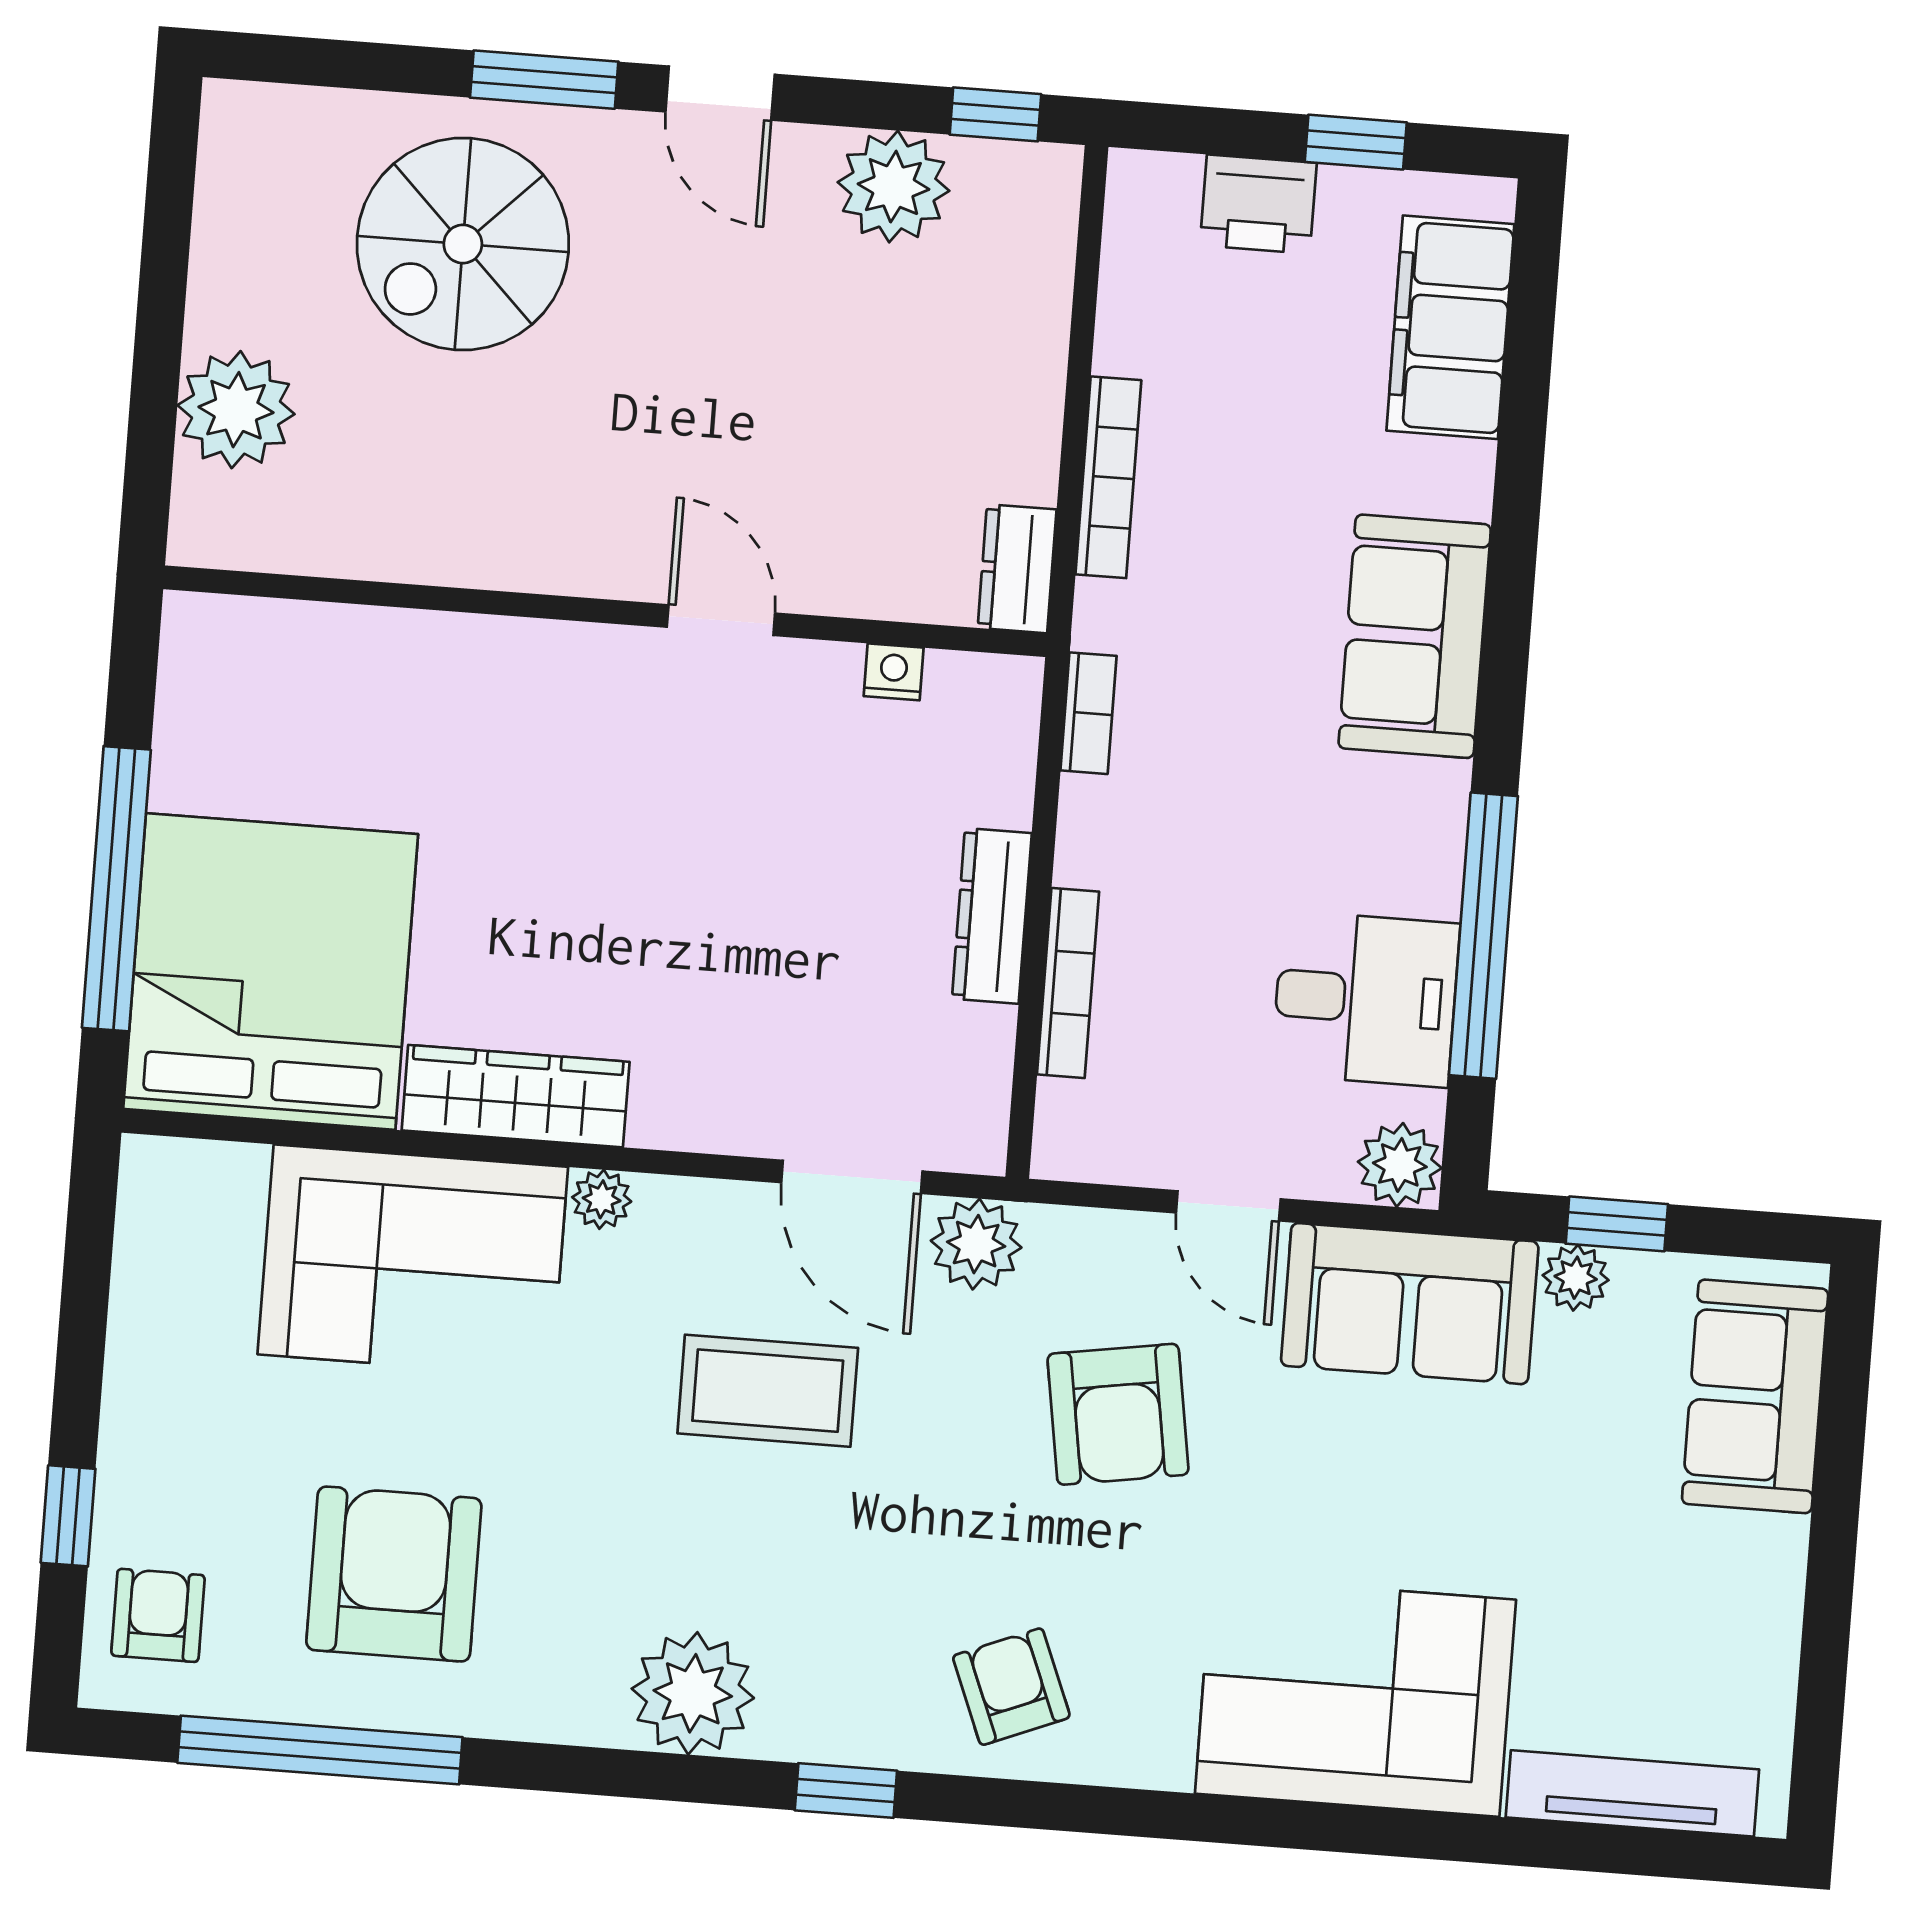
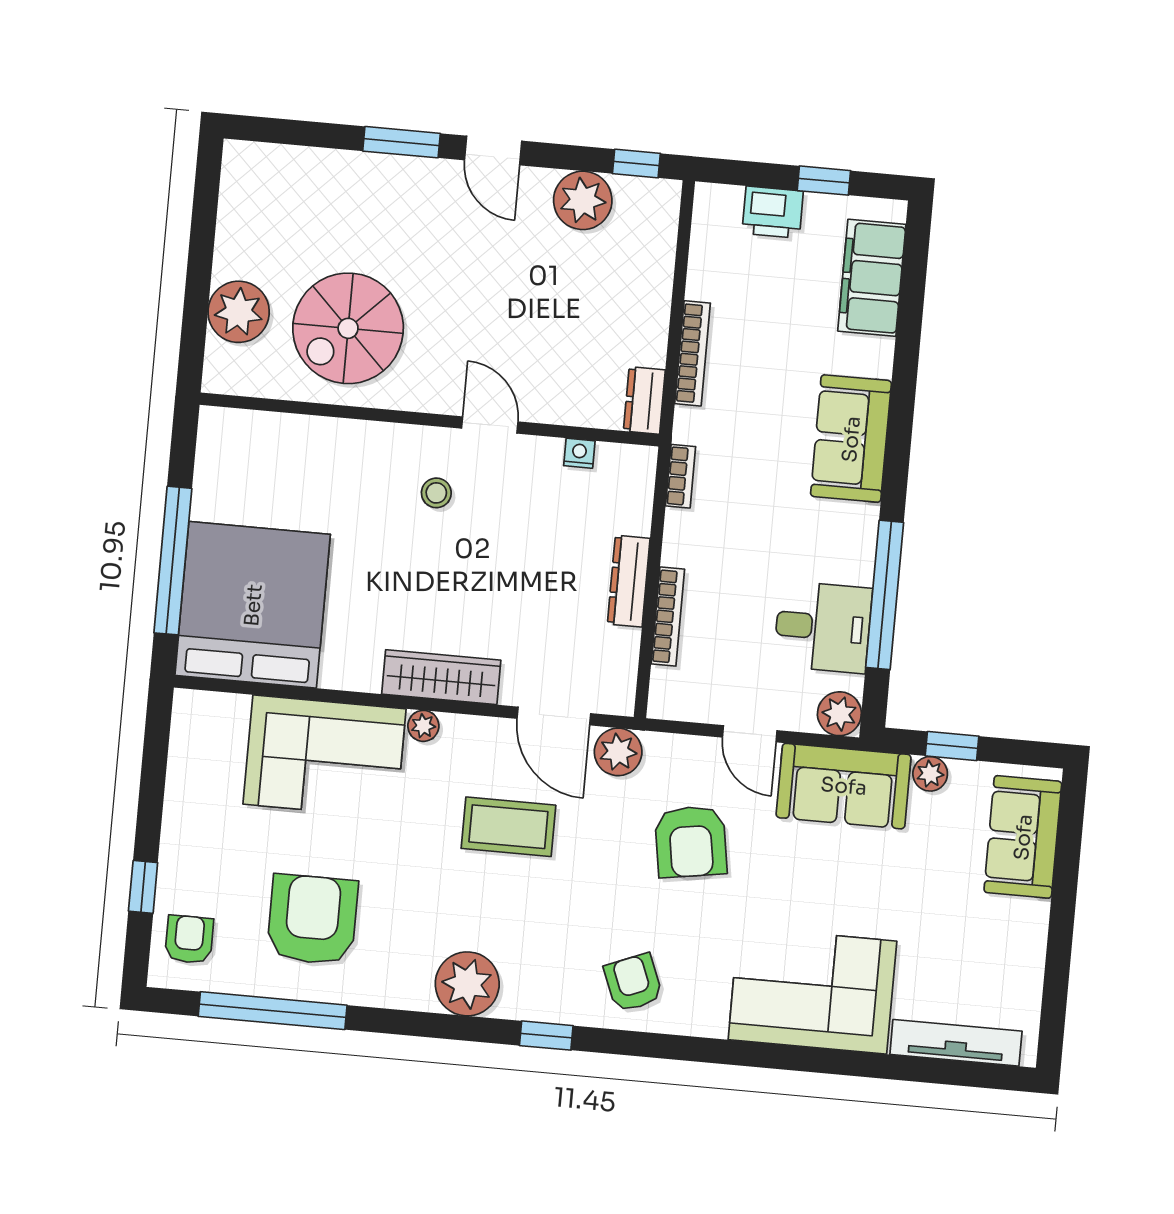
spiral stairs: (463, 244) -> (348, 328), moved
stool: (620, 752) -> (436, 493), added
wardrobe: (516, 1096) -> (441, 677), moved

